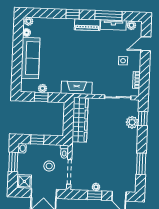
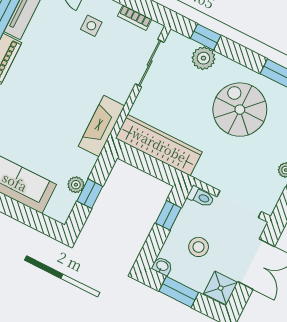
window: (37, 140) -> (168, 215), moved
spiral stairs: (115, 151) -> (240, 110), added
stool: (49, 166) -> (199, 247), moved

